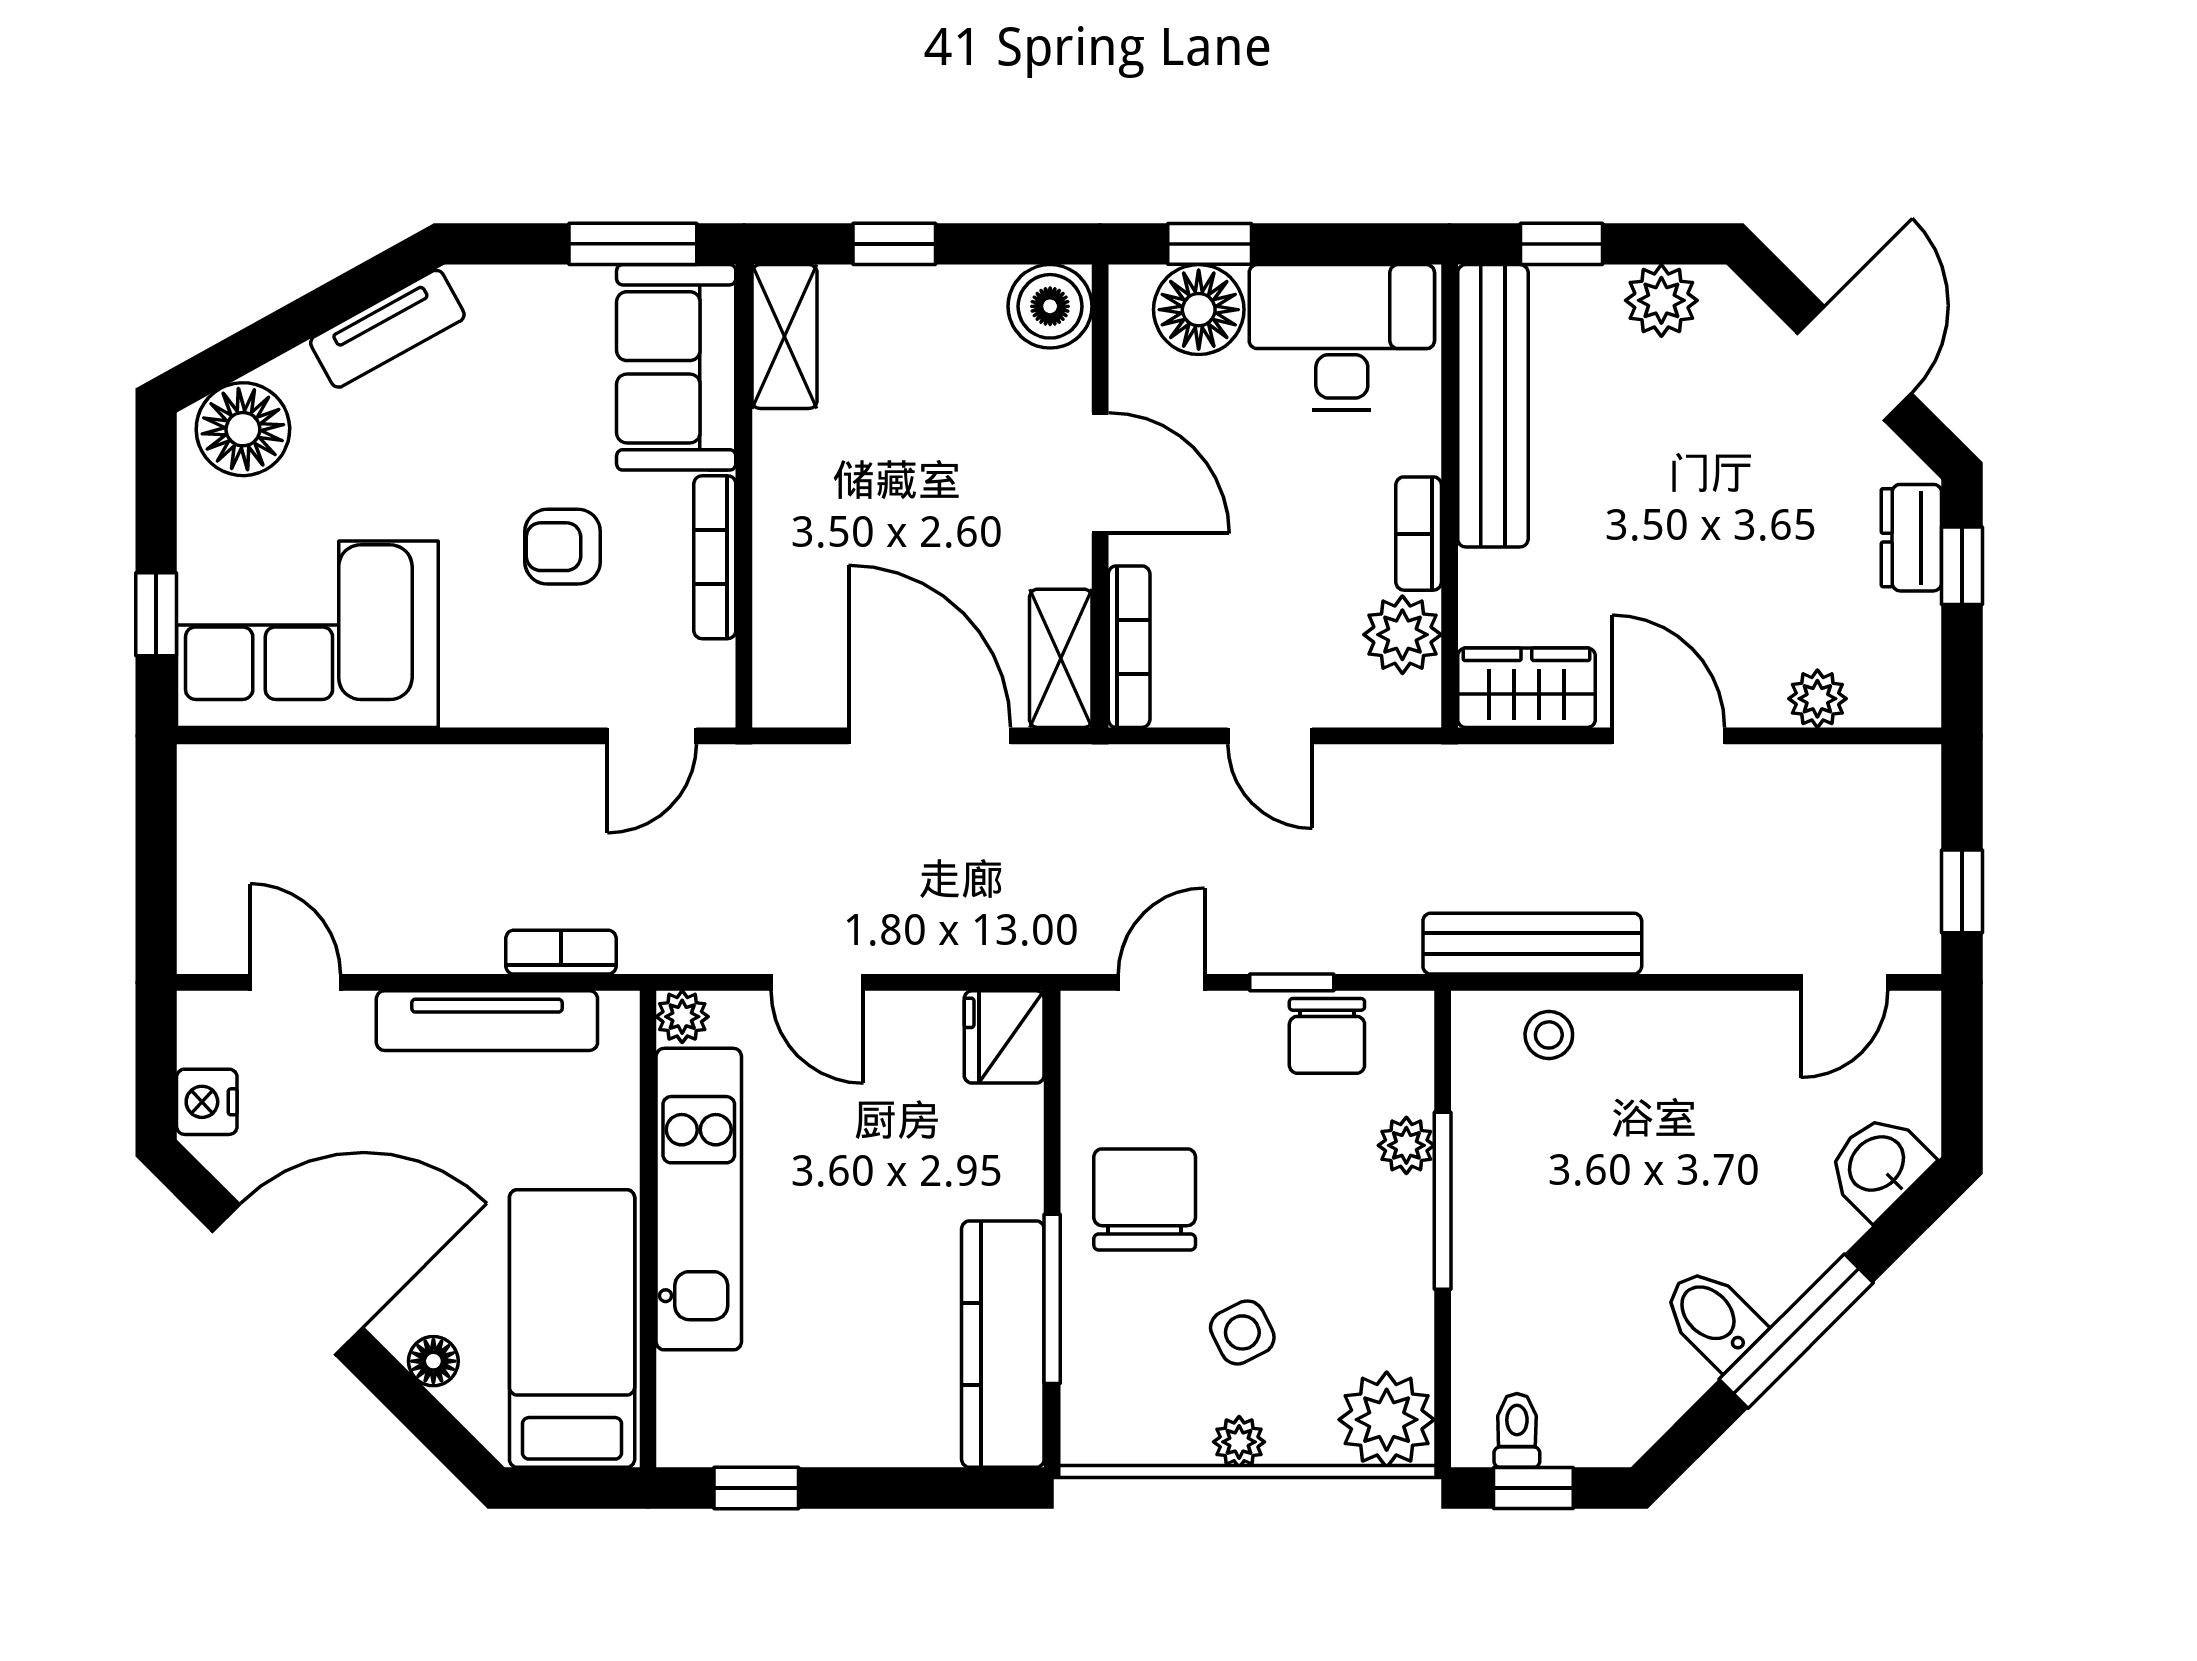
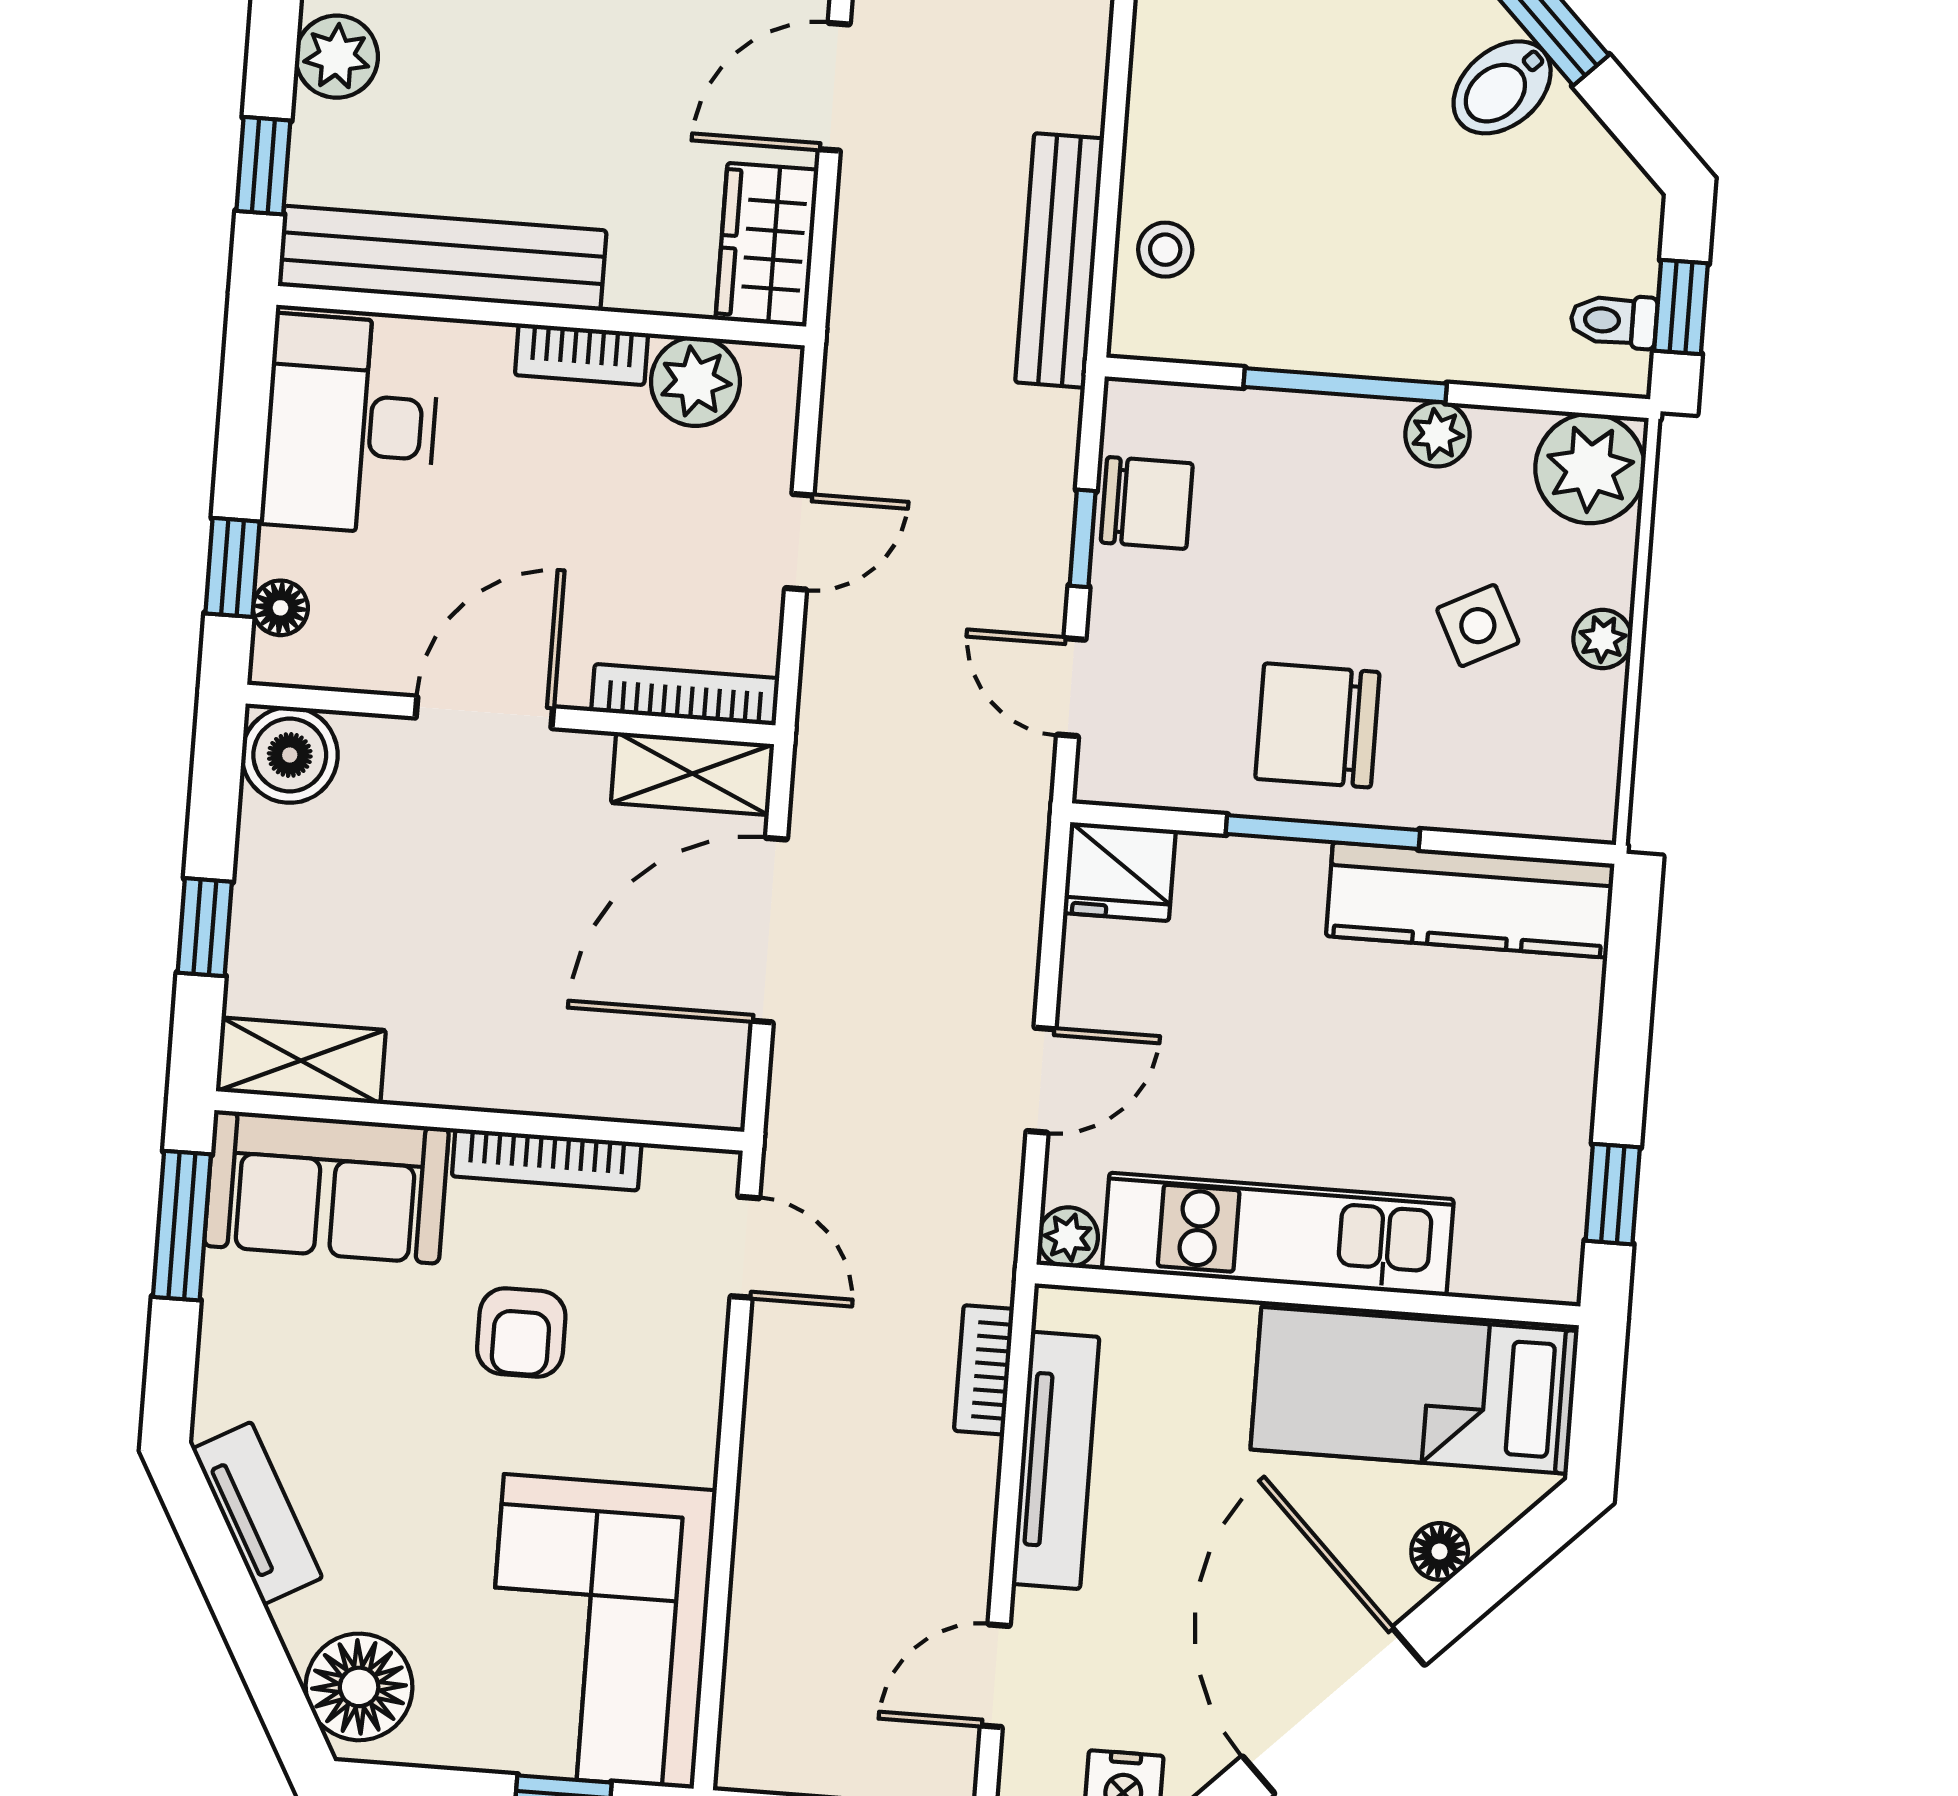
floor lamp: (1199, 310) -> (280, 608), width x0.53, depth x0.53
plant: (1406, 1145) -> (1437, 434), moved
window: (1052, 1299) -> (1323, 832), moved

